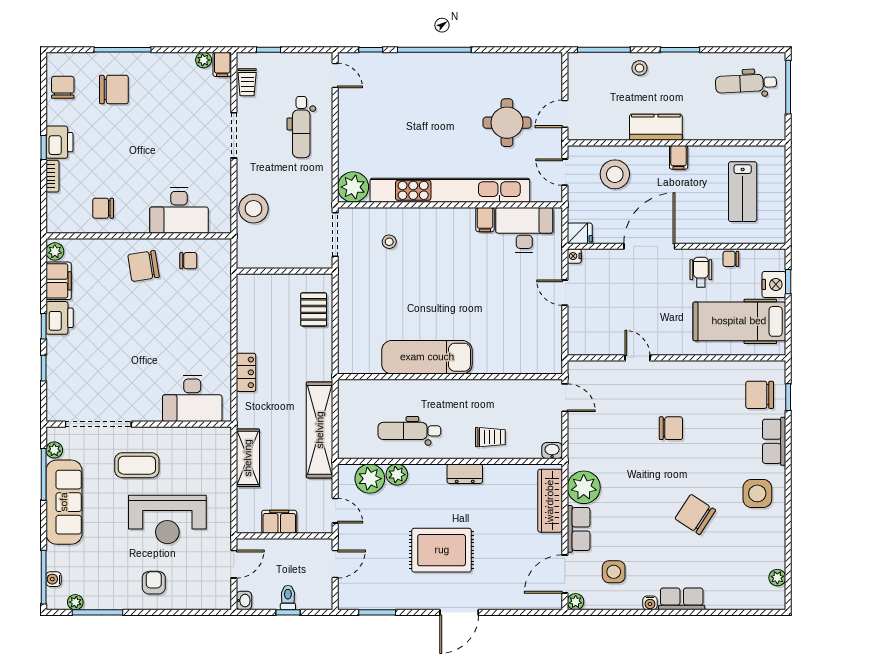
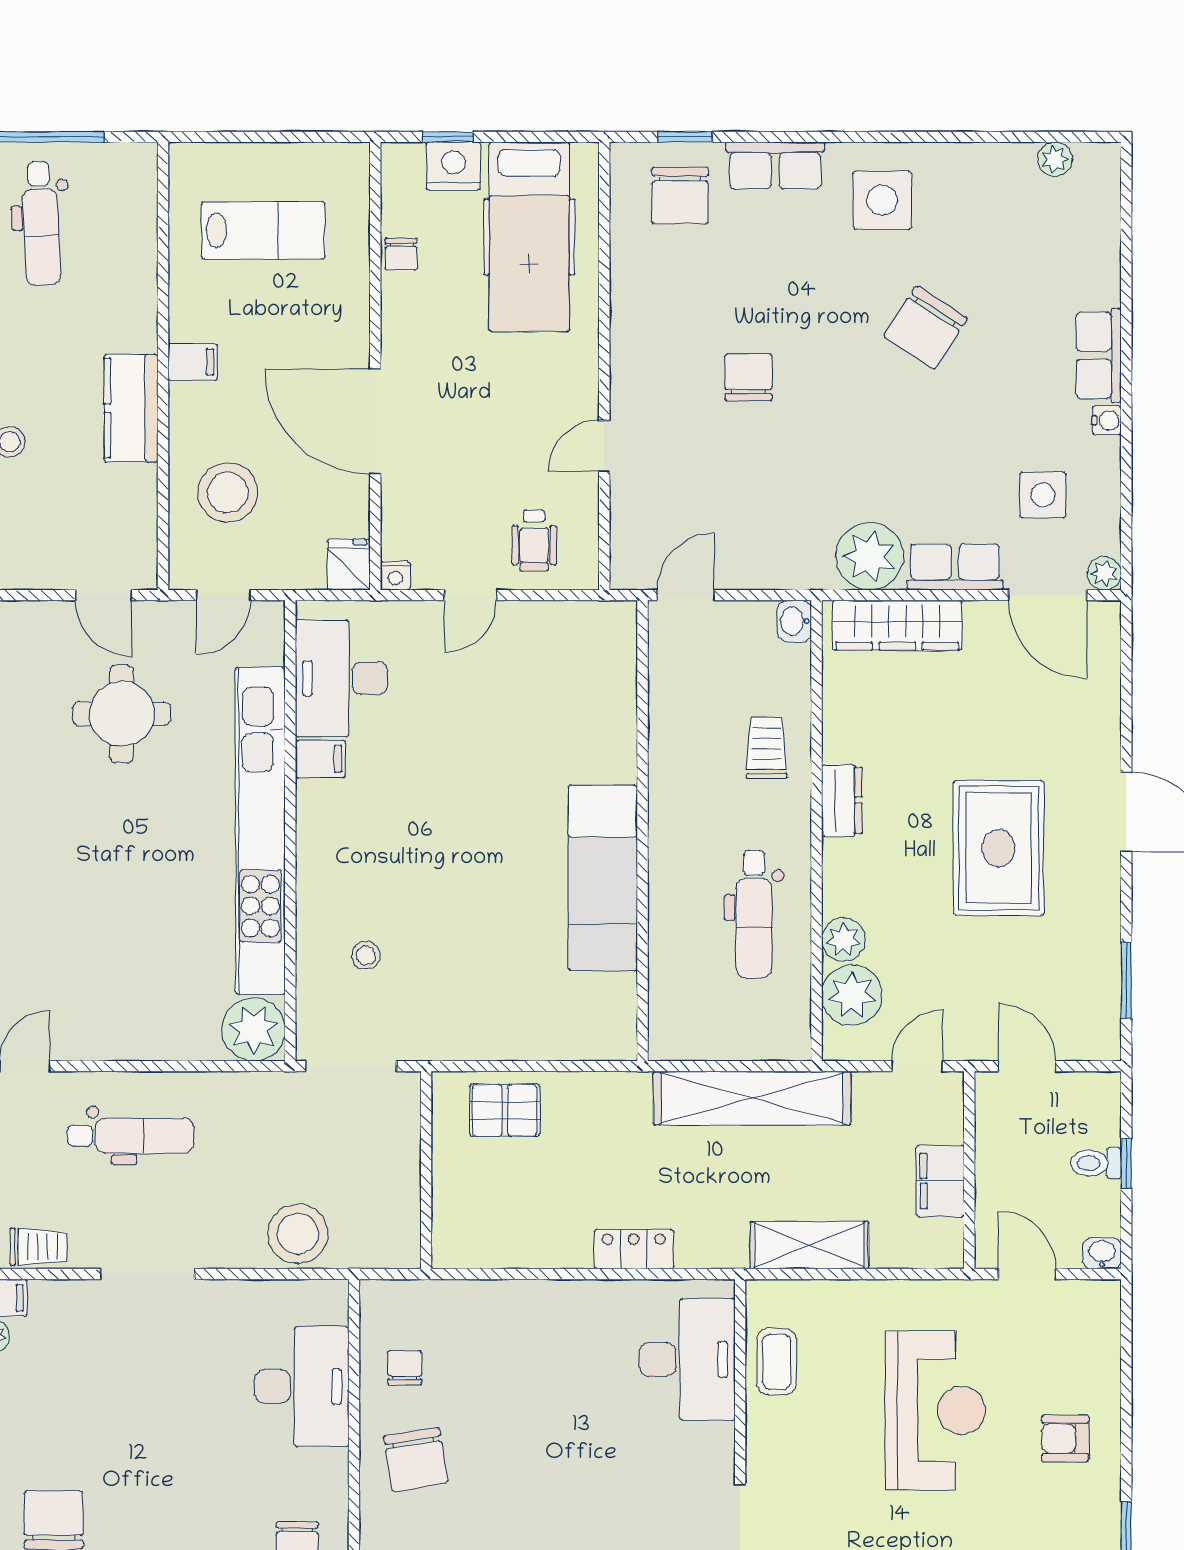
wheelchair: (701, 272) -> (534, 540), moved, turned -90
coffee table: (137, 465) -> (777, 1362), moved, width x0.73, depth x0.77

